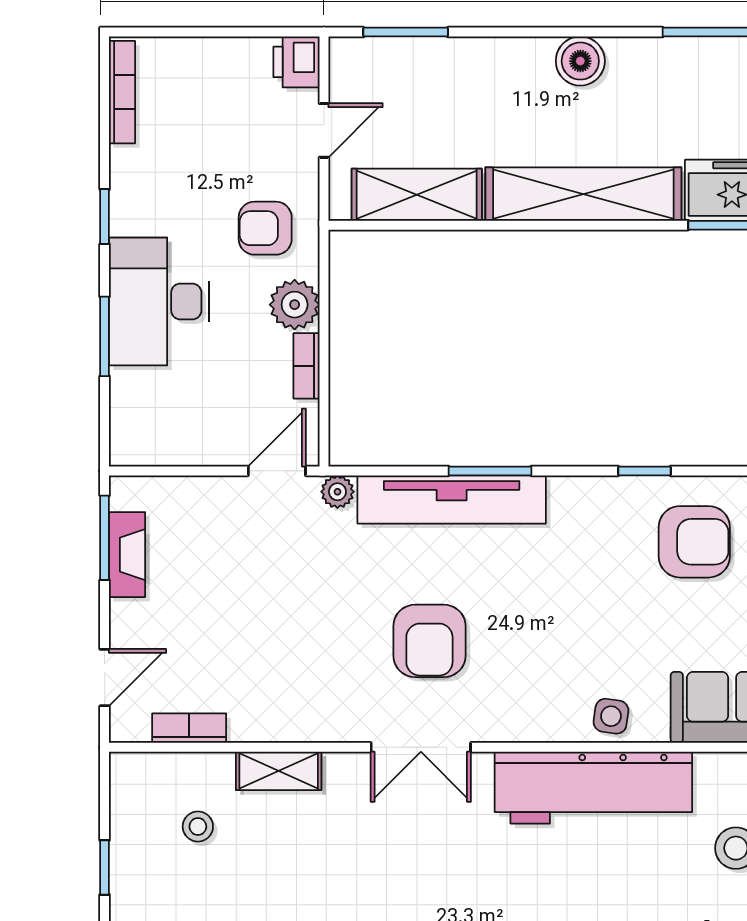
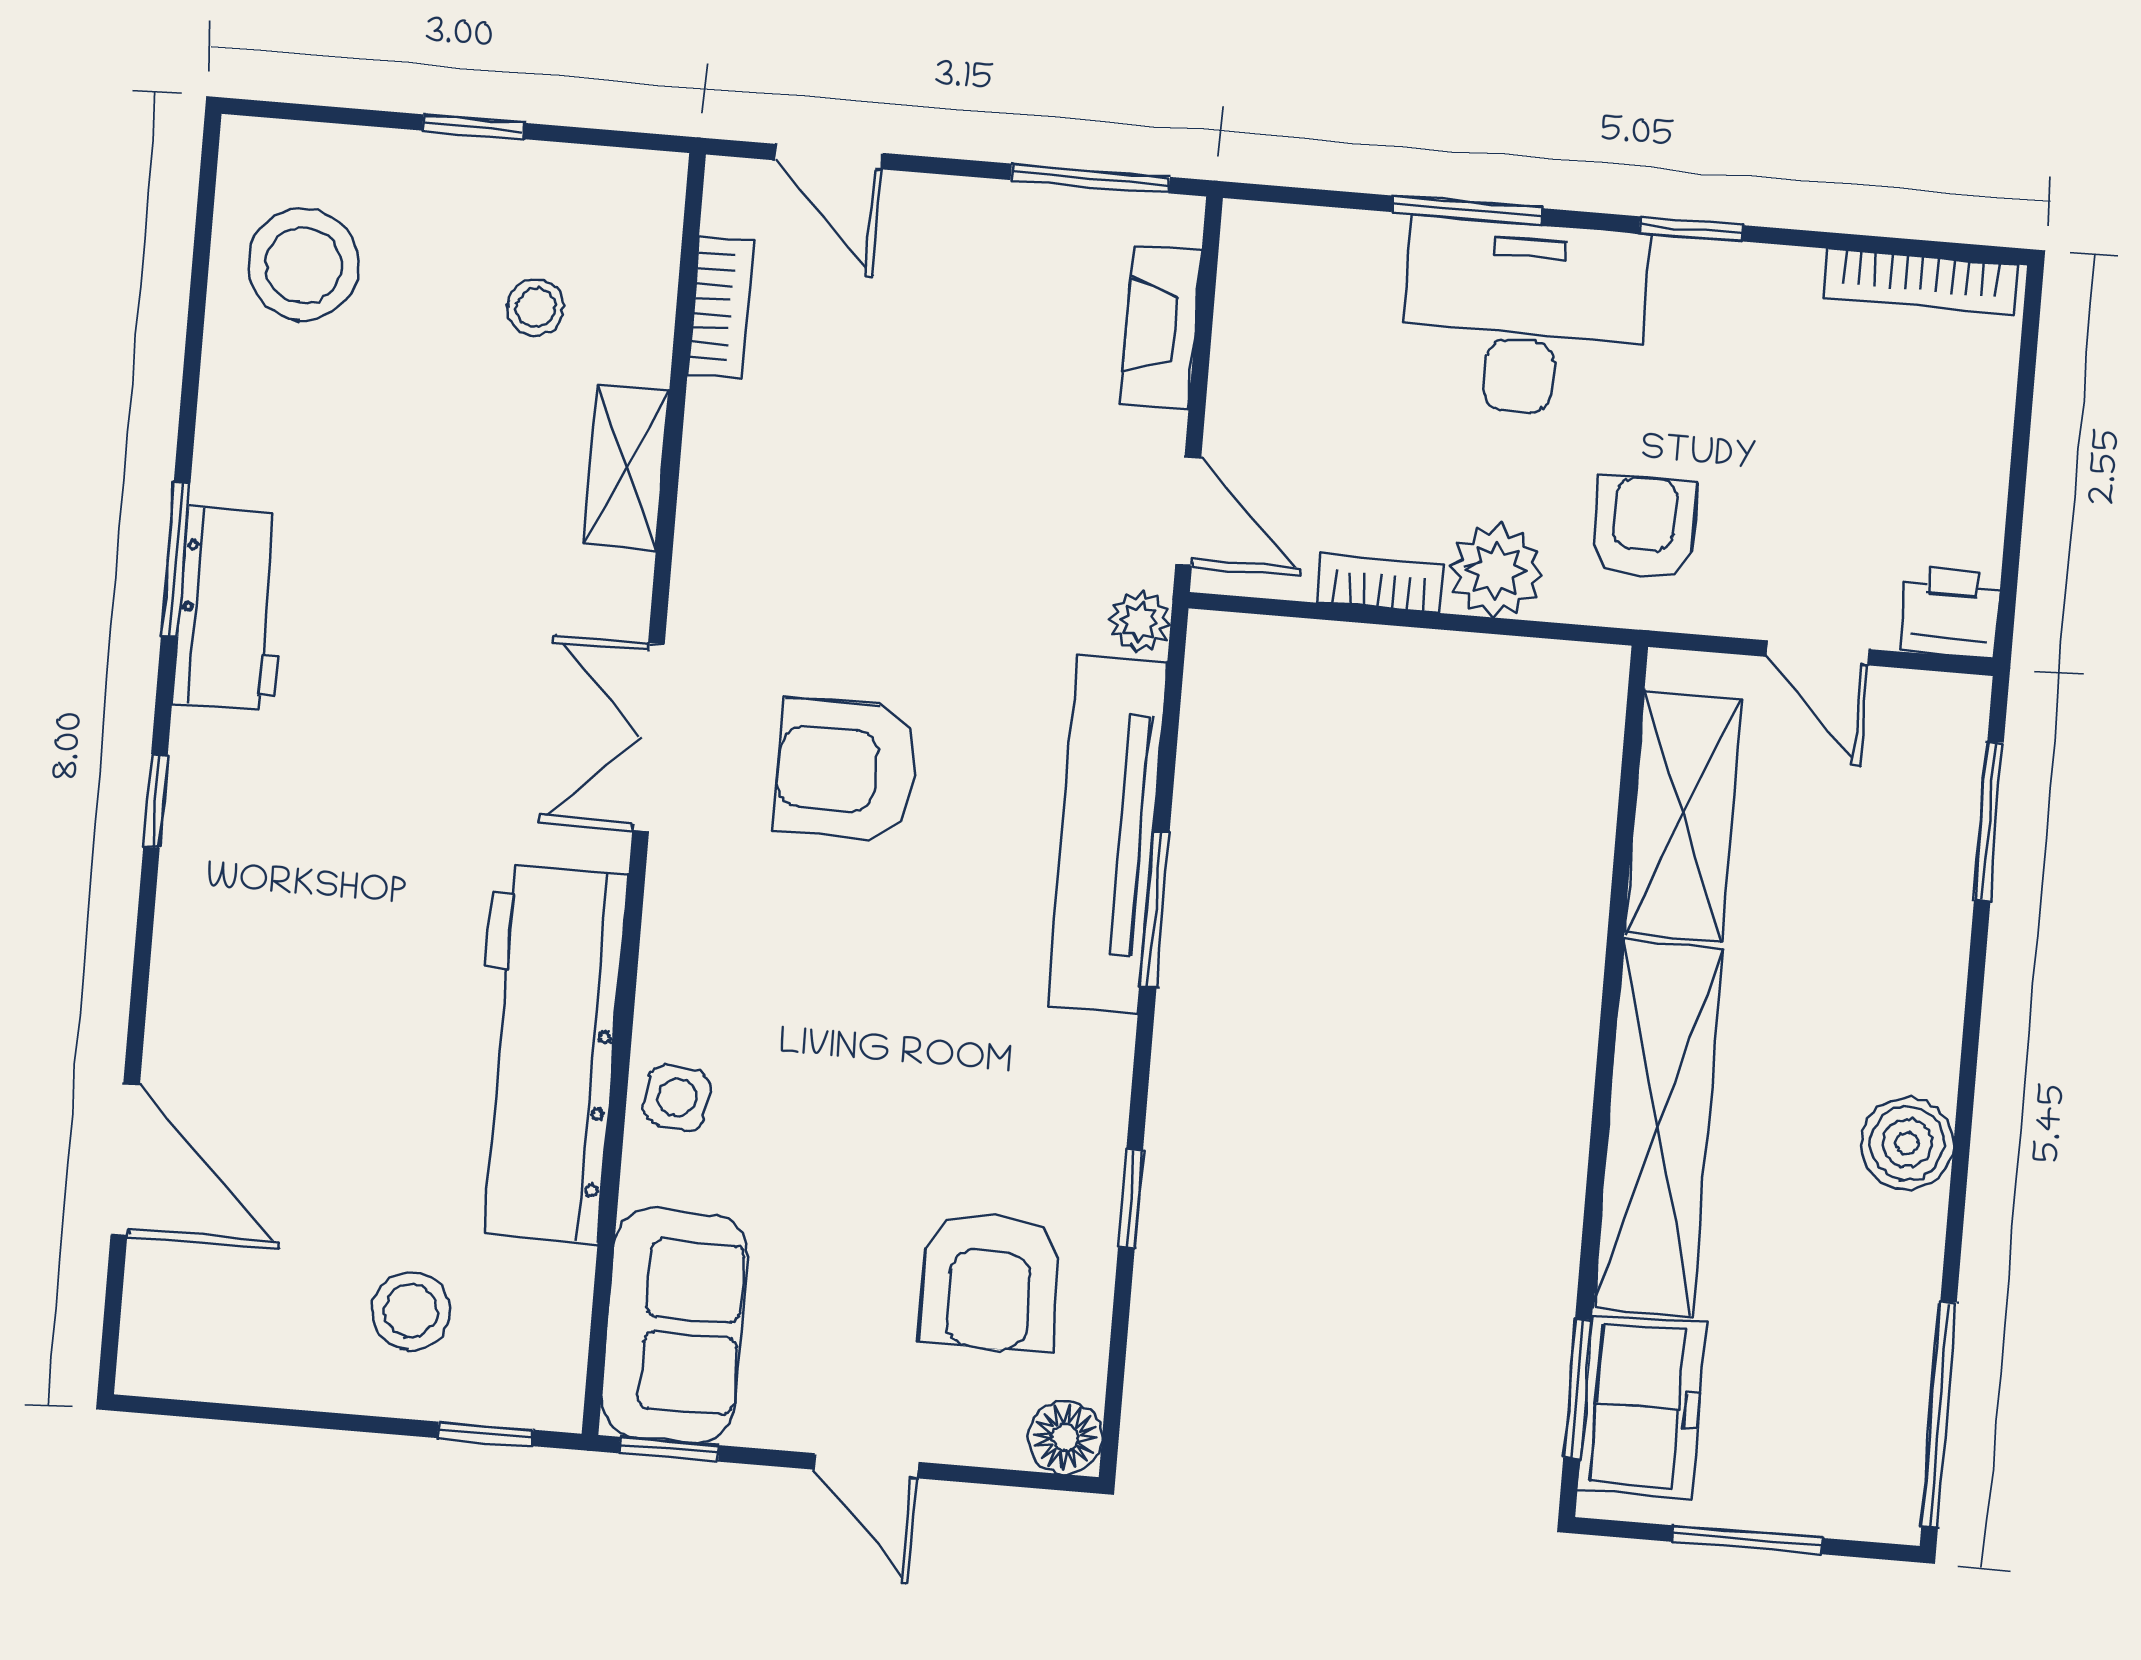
fireplace: (127, 555) -> (1161, 328), moved, turned 90

